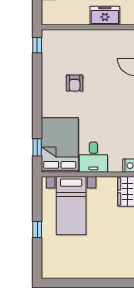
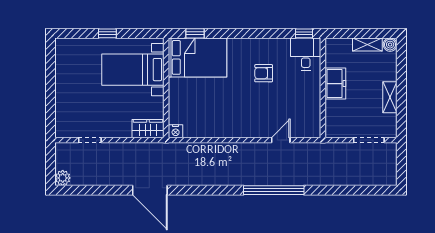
freezer: (105, 16) -> (335, 84), moved
desk: (93, 157) -> (306, 54), moved, turned 90

